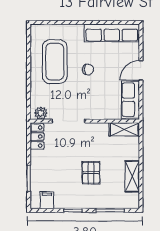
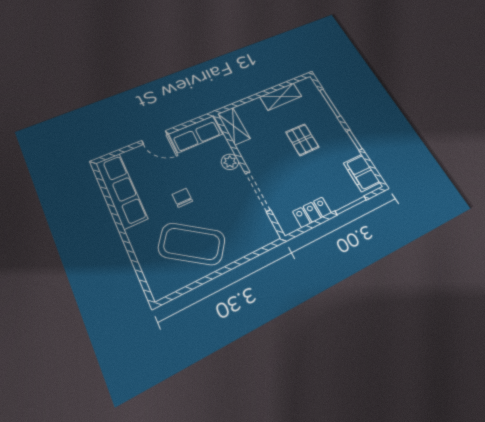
coffee table: (55, 62) -> (192, 244), turned 36
plant: (41, 113) -> (230, 162), moved
locker: (37, 136) -> (312, 212), moved
pallet: (91, 173) -> (302, 140), turned 90
filing cabinet: (47, 200) -> (362, 173), width x2.00

